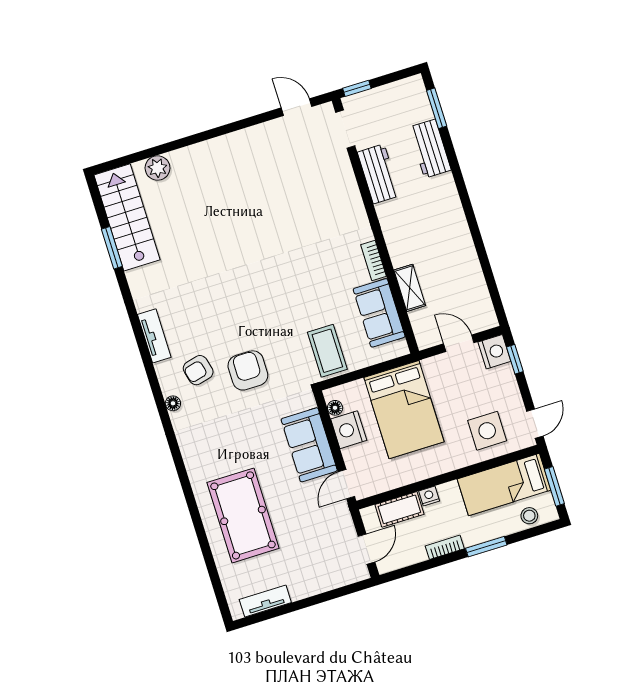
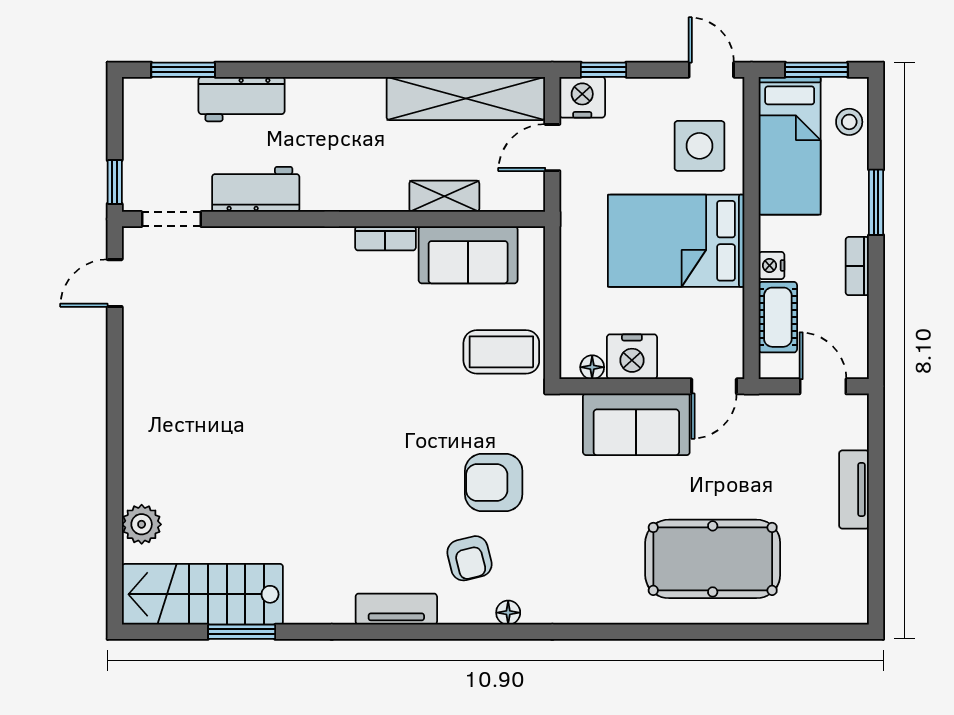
shelving: (472, 282) -> (466, 98), added
bed: (404, 410) -> (676, 241), moved, turned 180
door: (346, 484) -> (714, 386), hinge flipped
tv unit: (265, 601) -> (854, 490), moved

